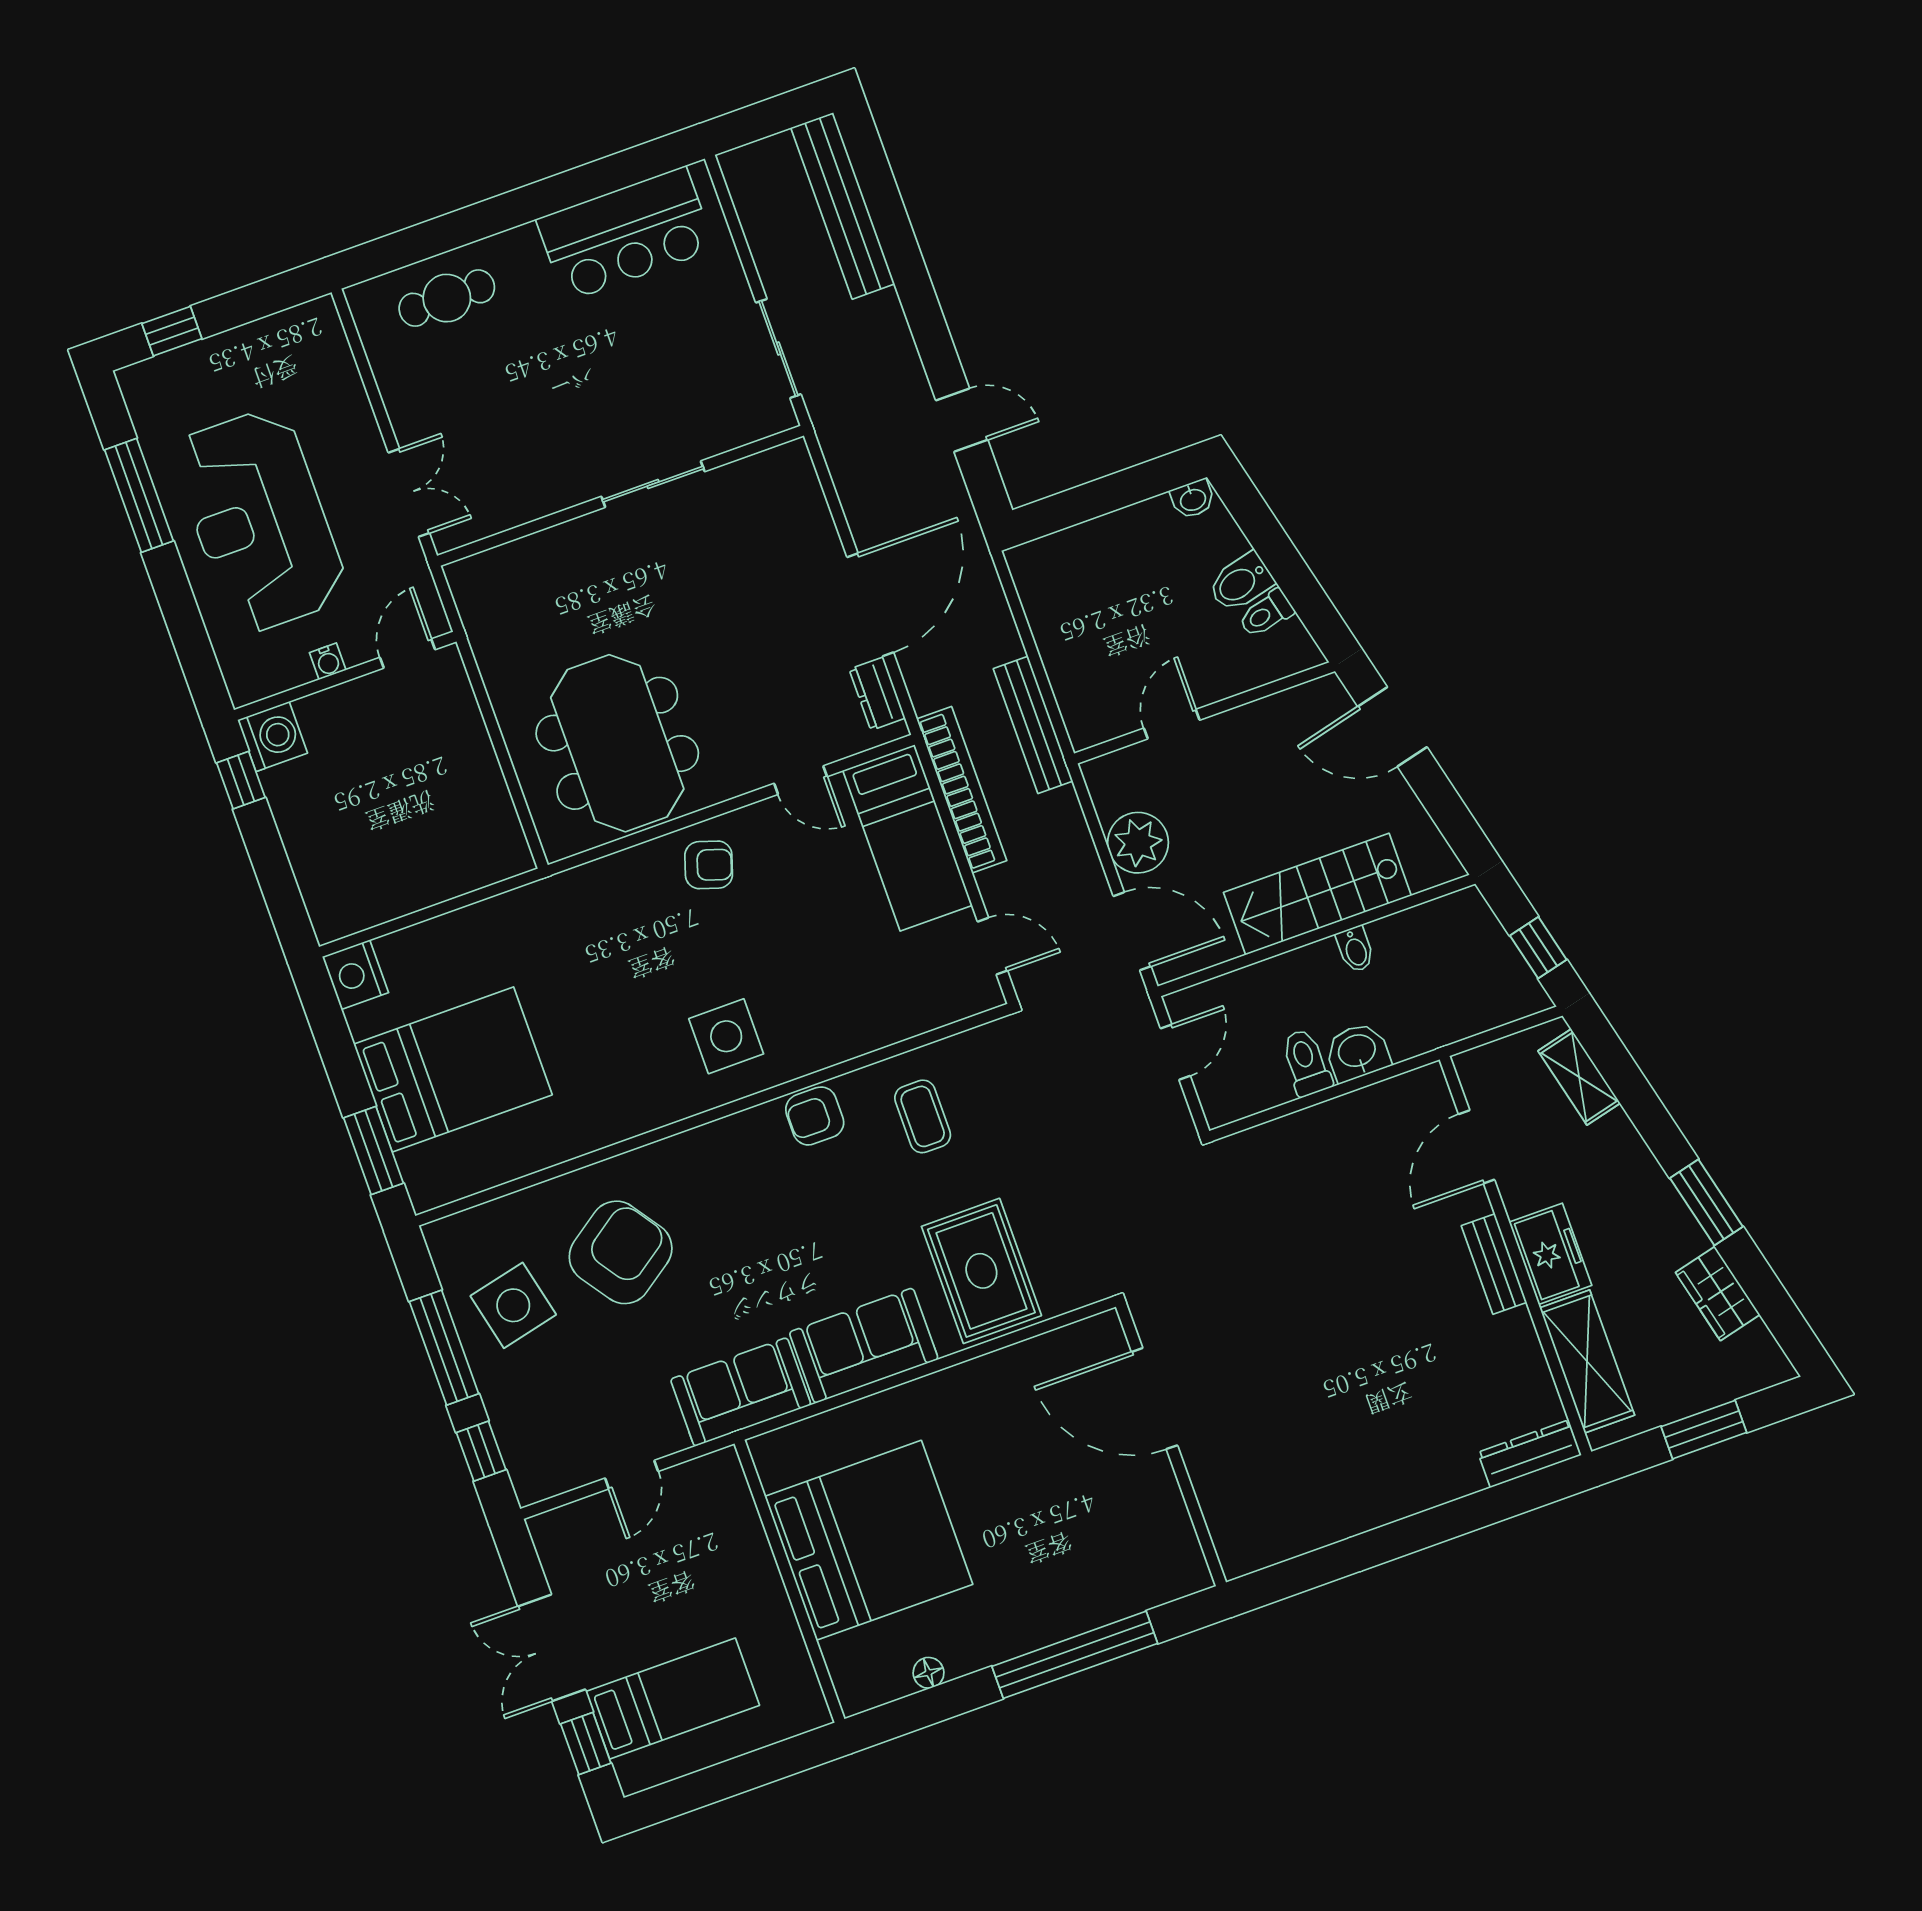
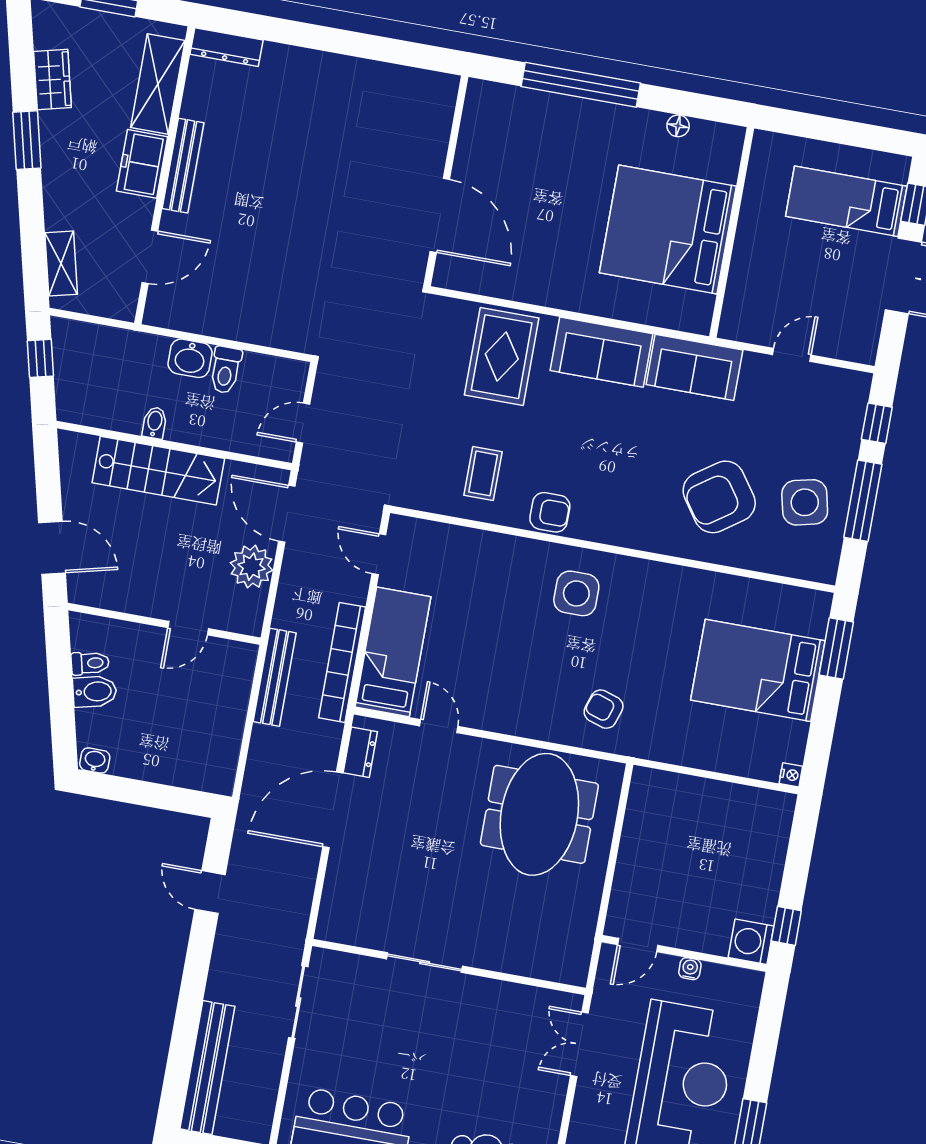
armchair: (709, 865) -> (604, 709), moved
nightstand: (355, 975) -> (791, 775), width x0.53, depth x0.56
bench: (1494, 1264) -> (183, 166), width x1.36

